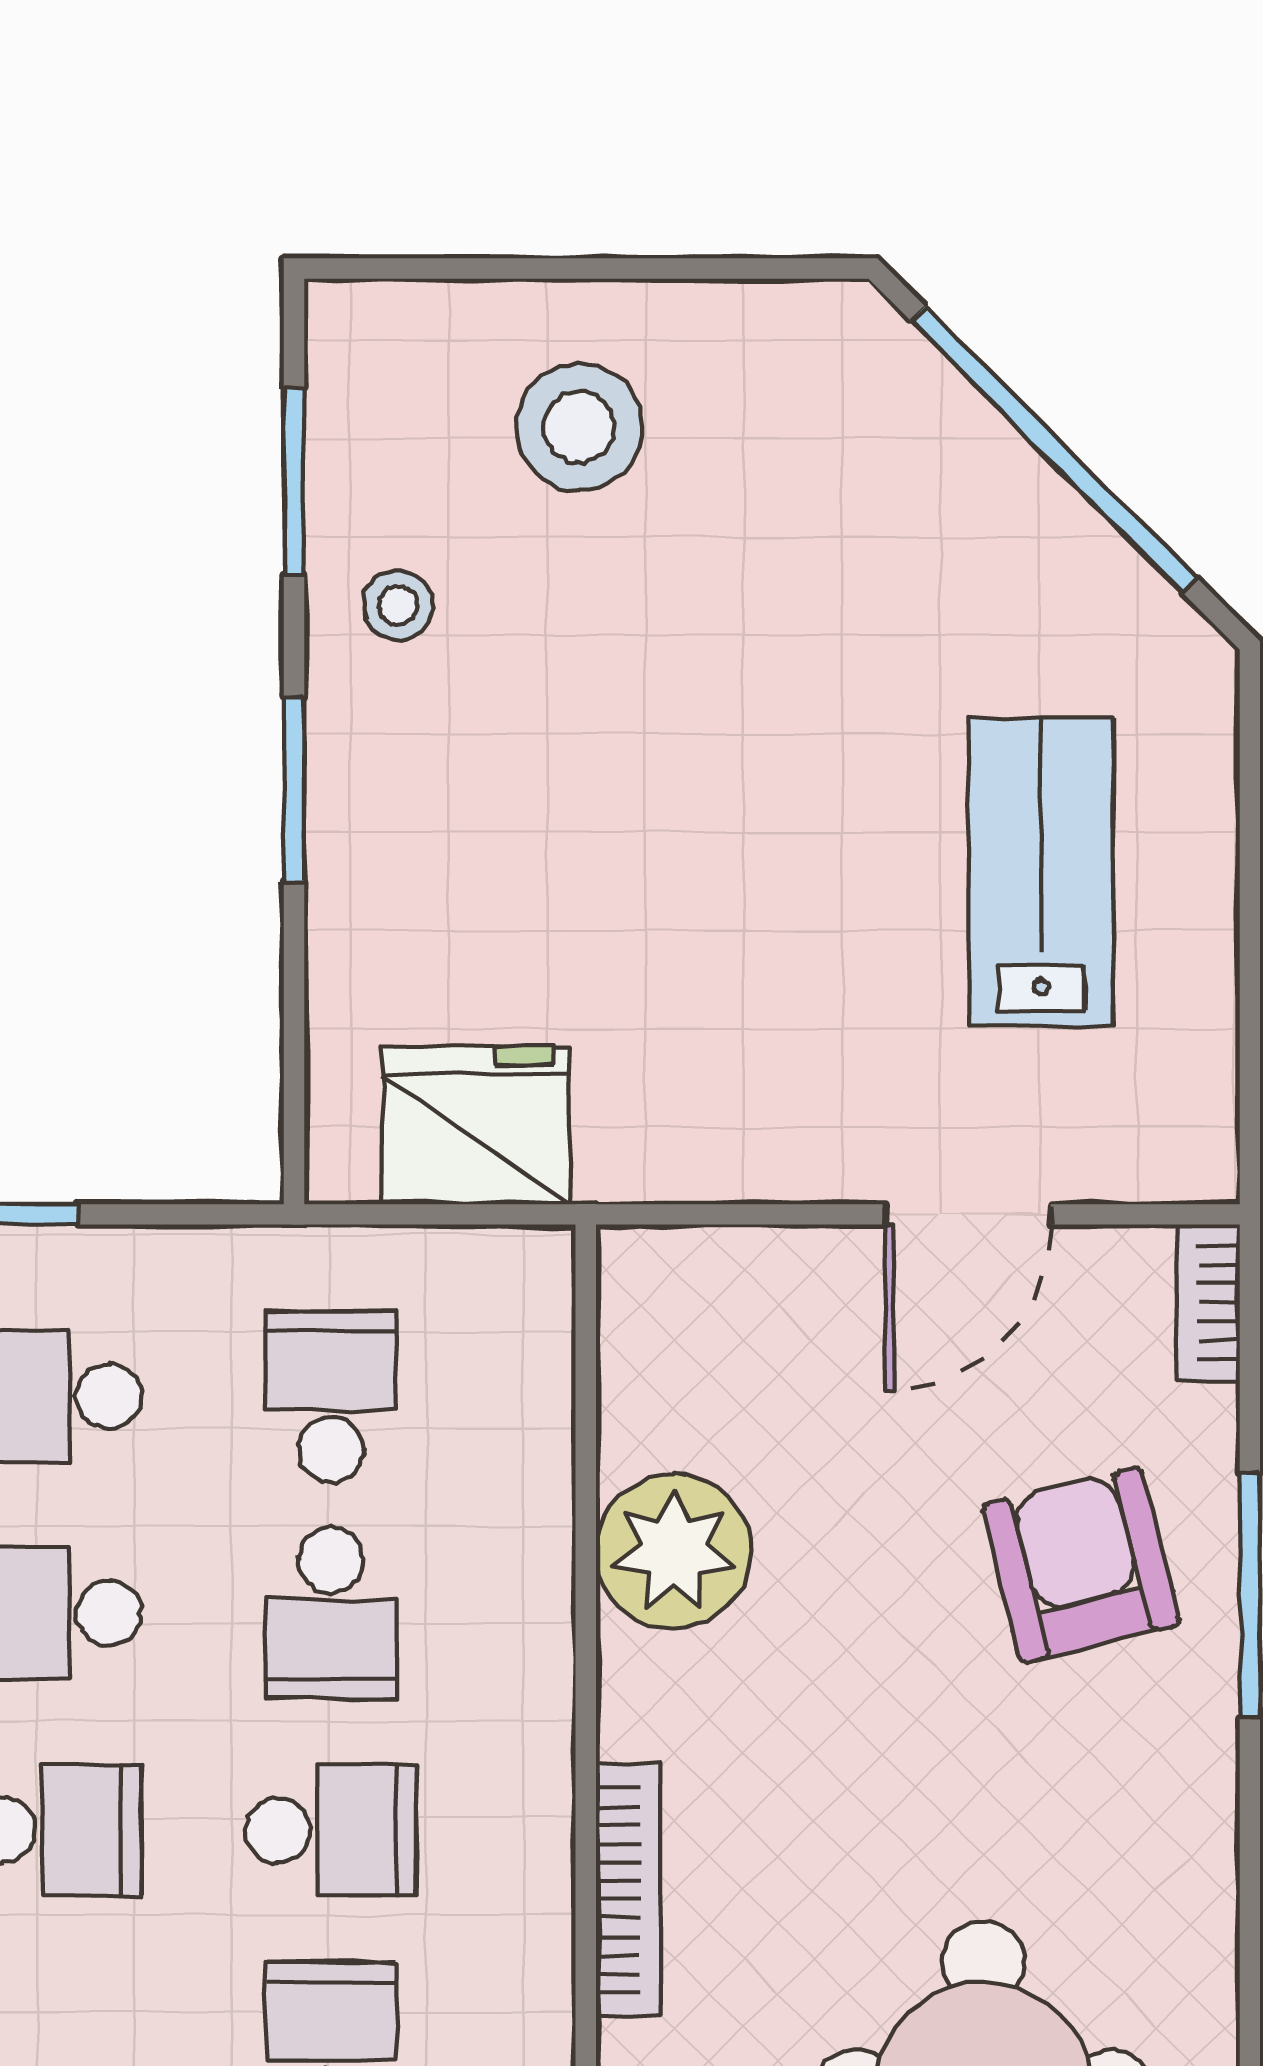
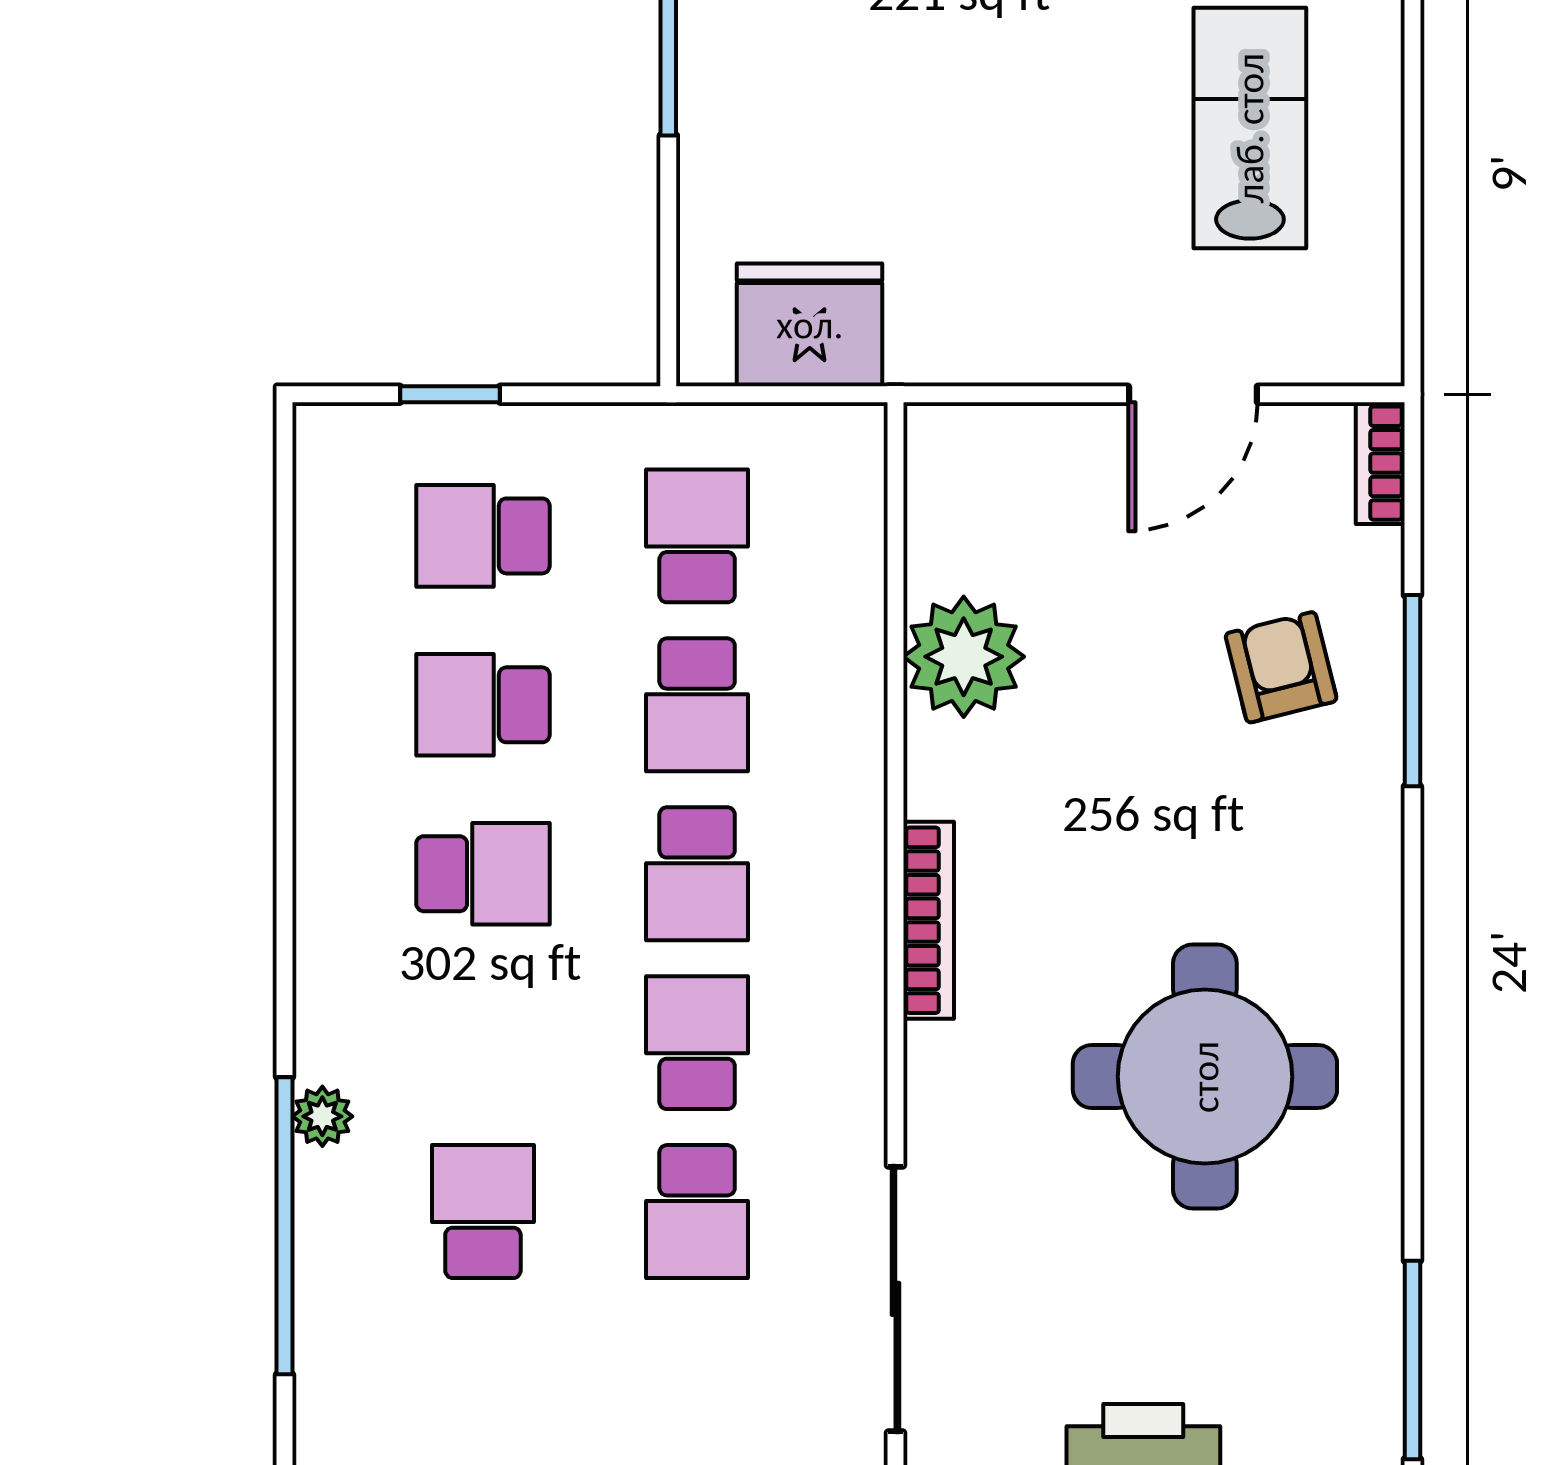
armchair: (1081, 1565) -> (1281, 667), width x0.72, depth x0.72
school desk: (331, 1830) -> (697, 874), turned 90

